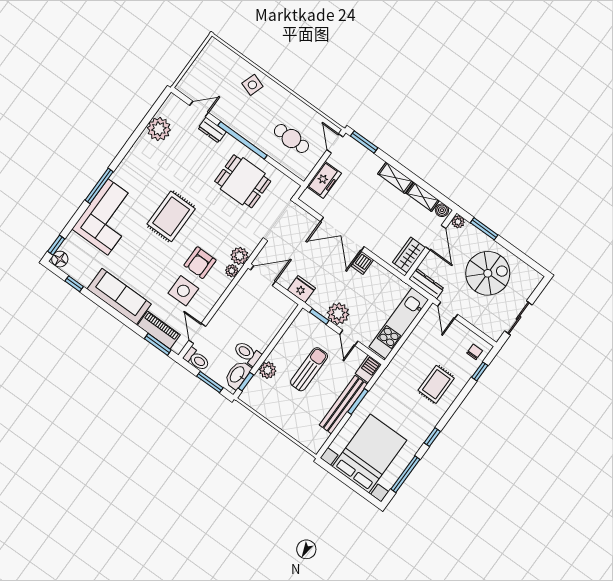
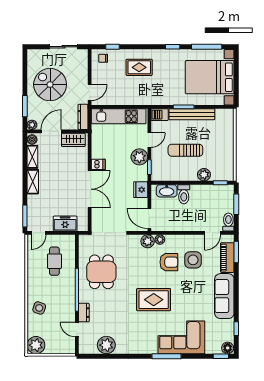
plant: (214, 52) -> (36, 345), added
toilet: (247, 353) -> (184, 194), moved
washbasin: (238, 375) -> (167, 191), moved

